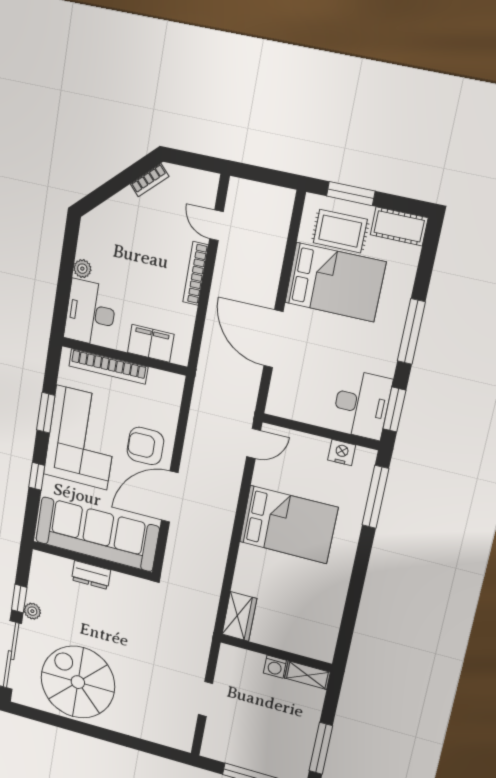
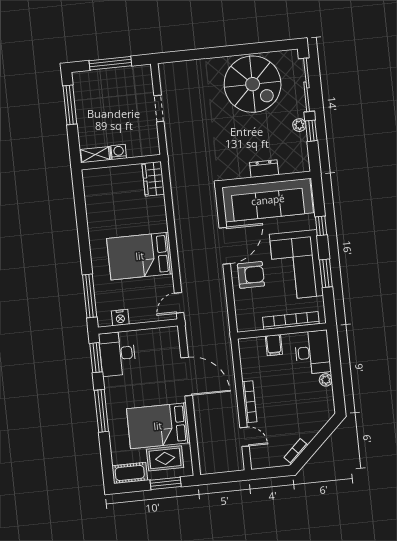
filing cabinet: (151, 343) -> (274, 345), width x0.50

